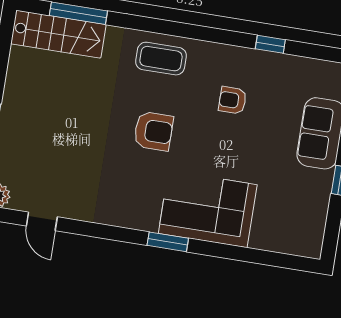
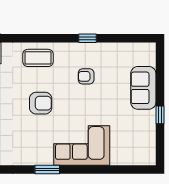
window: (270, 44) -> (88, 38), moved
window: (168, 242) -> (47, 170), moved

